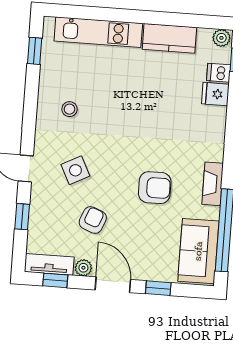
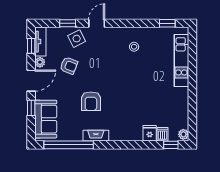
kitchen counter: (169, 38) -> (181, 103), removed
side table: (75, 170) -> (77, 39), moved
sofa: (198, 251) -> (46, 119), moved, turned 90

